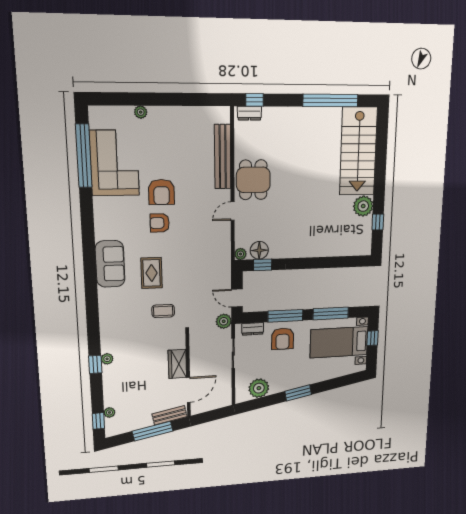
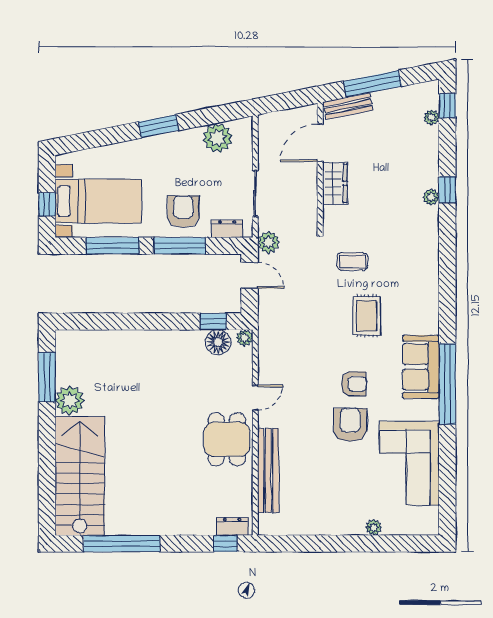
window: (84, 156) -> (447, 384), moved
window: (378, 222) -> (47, 377), width x2.17
sofa: (110, 264) -> (421, 367), moved

